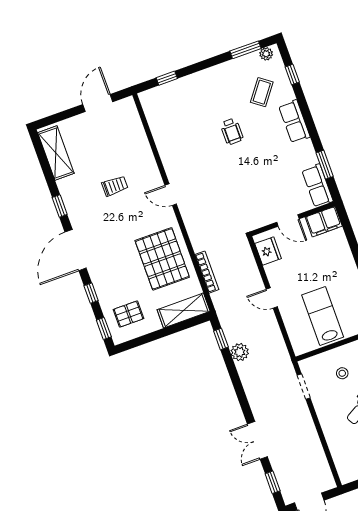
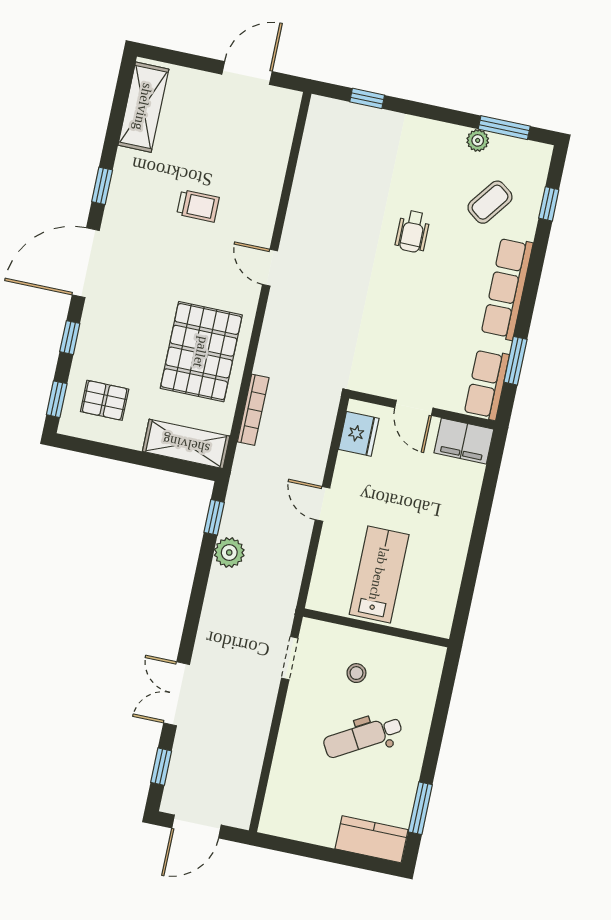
plant: (266, 54) -> (478, 140), moved
row of seats: (294, 121) -> (507, 288), width x1.48

